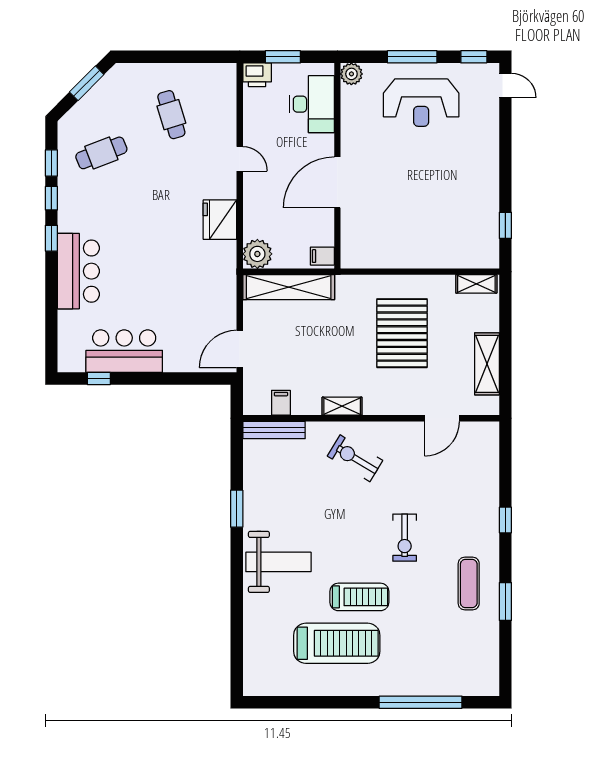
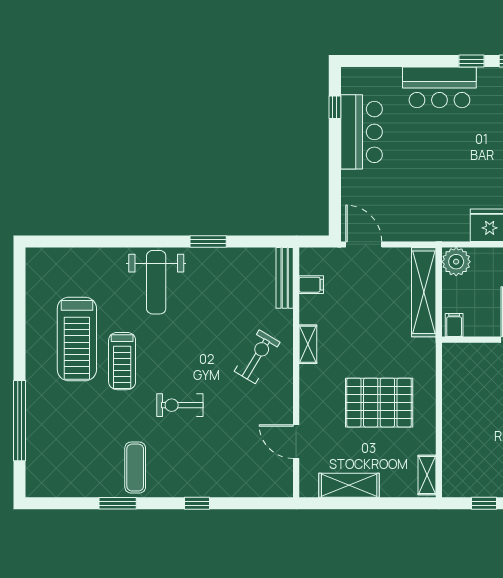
exercise mat: (469, 583) -> (135, 468), turned 90

